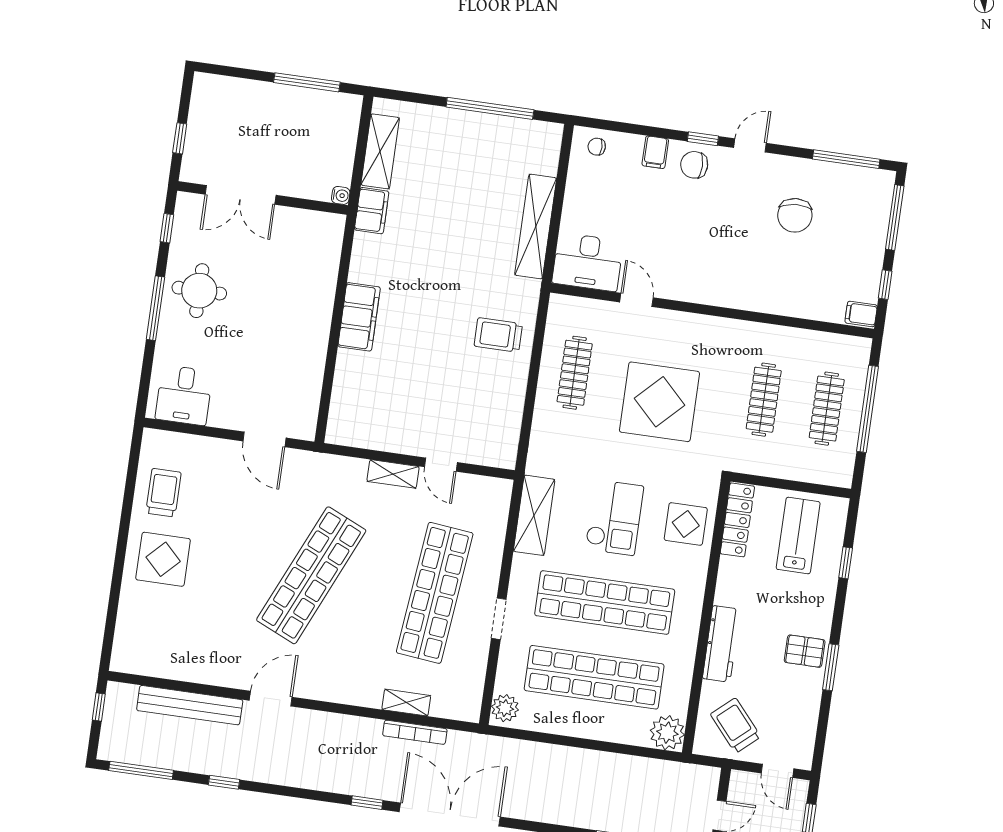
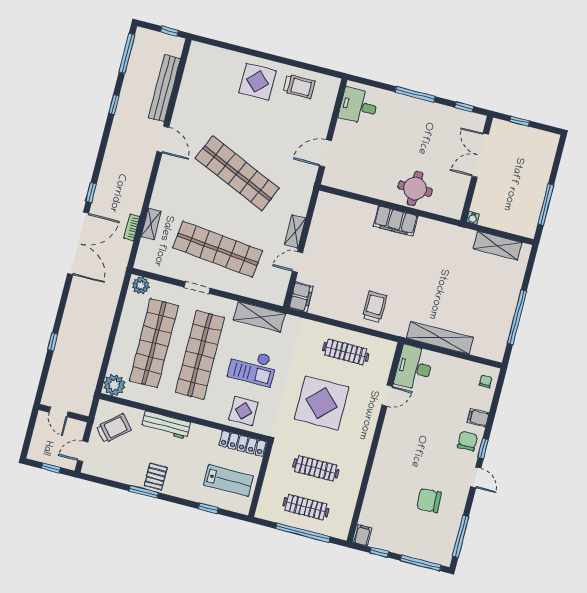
filing cabinet: (372, 211) -> (301, 297), moved, turned -90
round table: (199, 291) -> (415, 189), moved
bookcase: (415, 732) -> (132, 227), width x0.64

